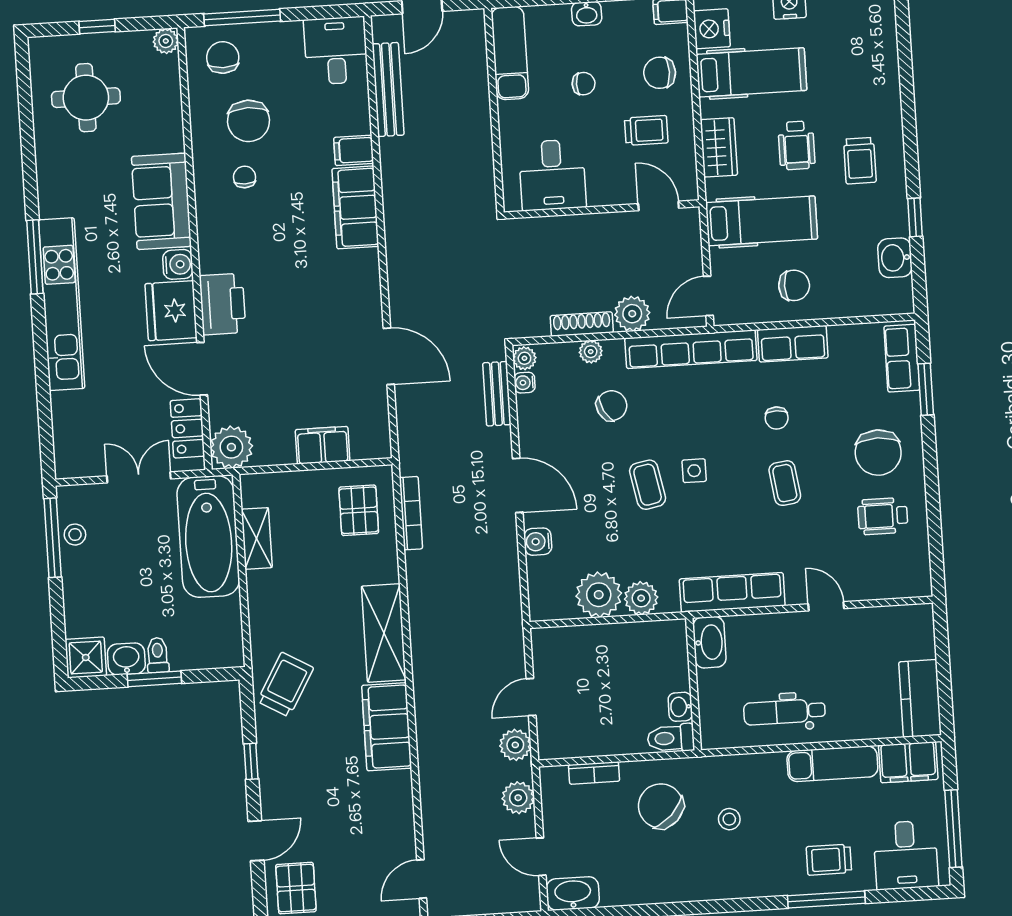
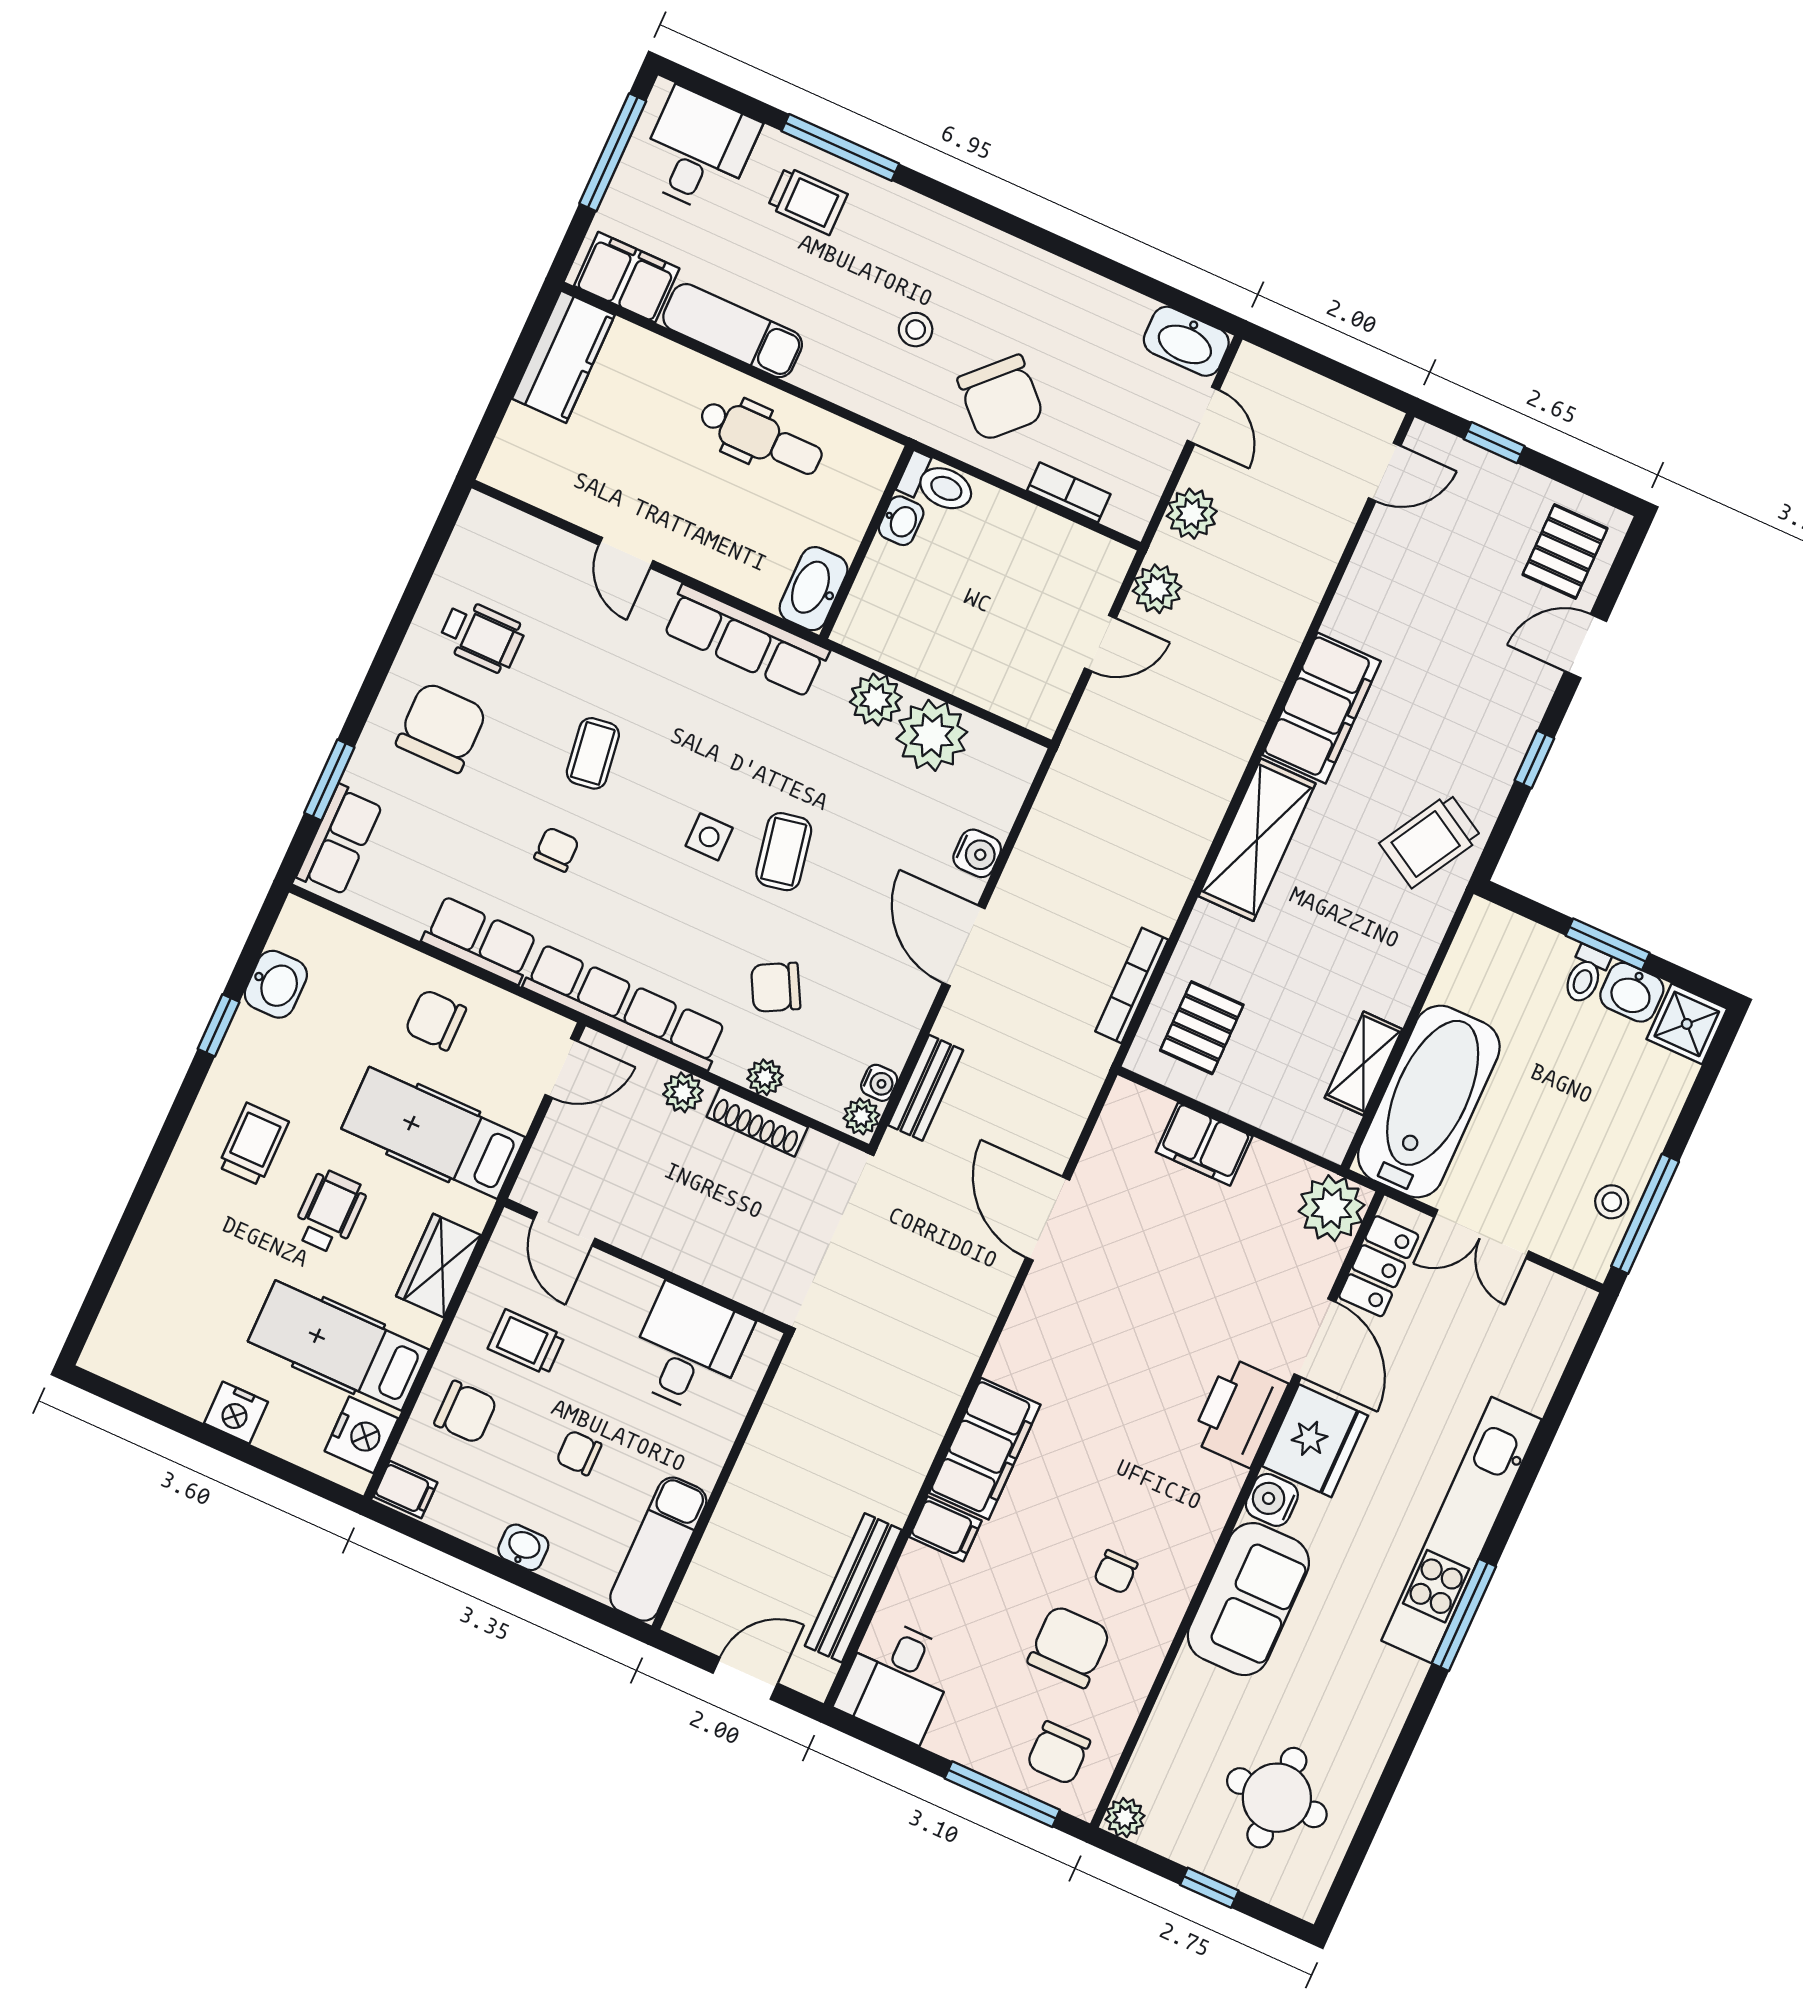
plant: (632, 314) -> (683, 1092), width x0.73, depth x0.73

